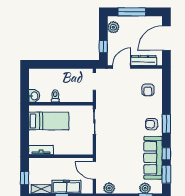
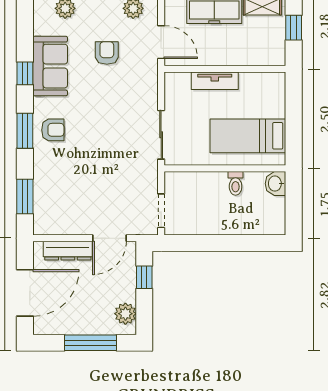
armchair: (148, 90) -> (107, 53), moved
tv unit: (41, 150) -> (215, 81), moved
sofa: (153, 158) -> (50, 66), width x0.73
window: (166, 174) -> (25, 196), moved

